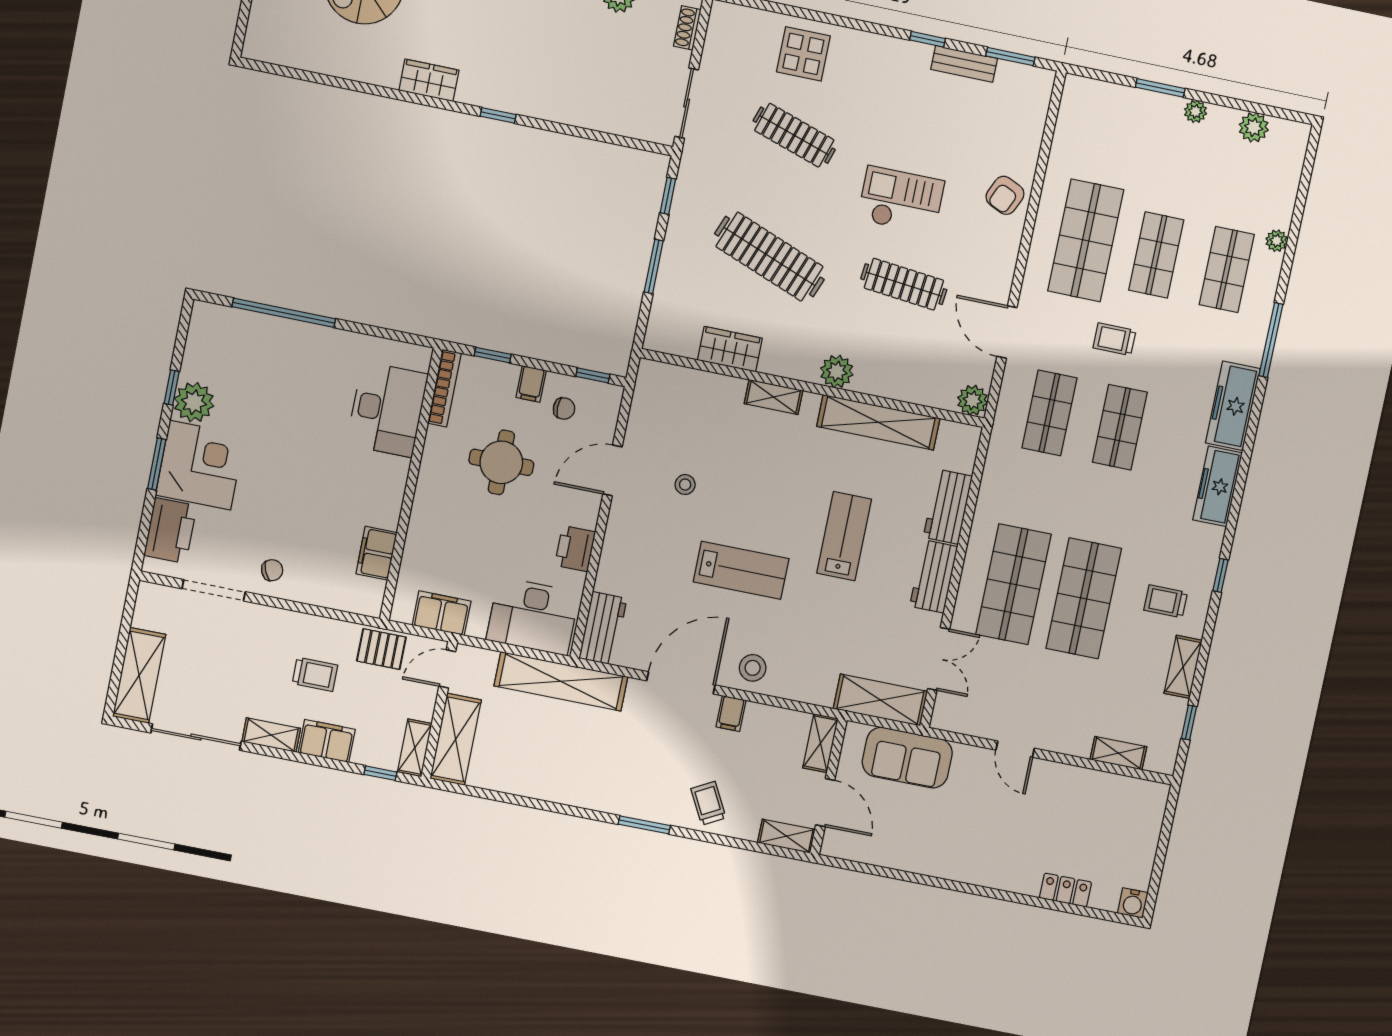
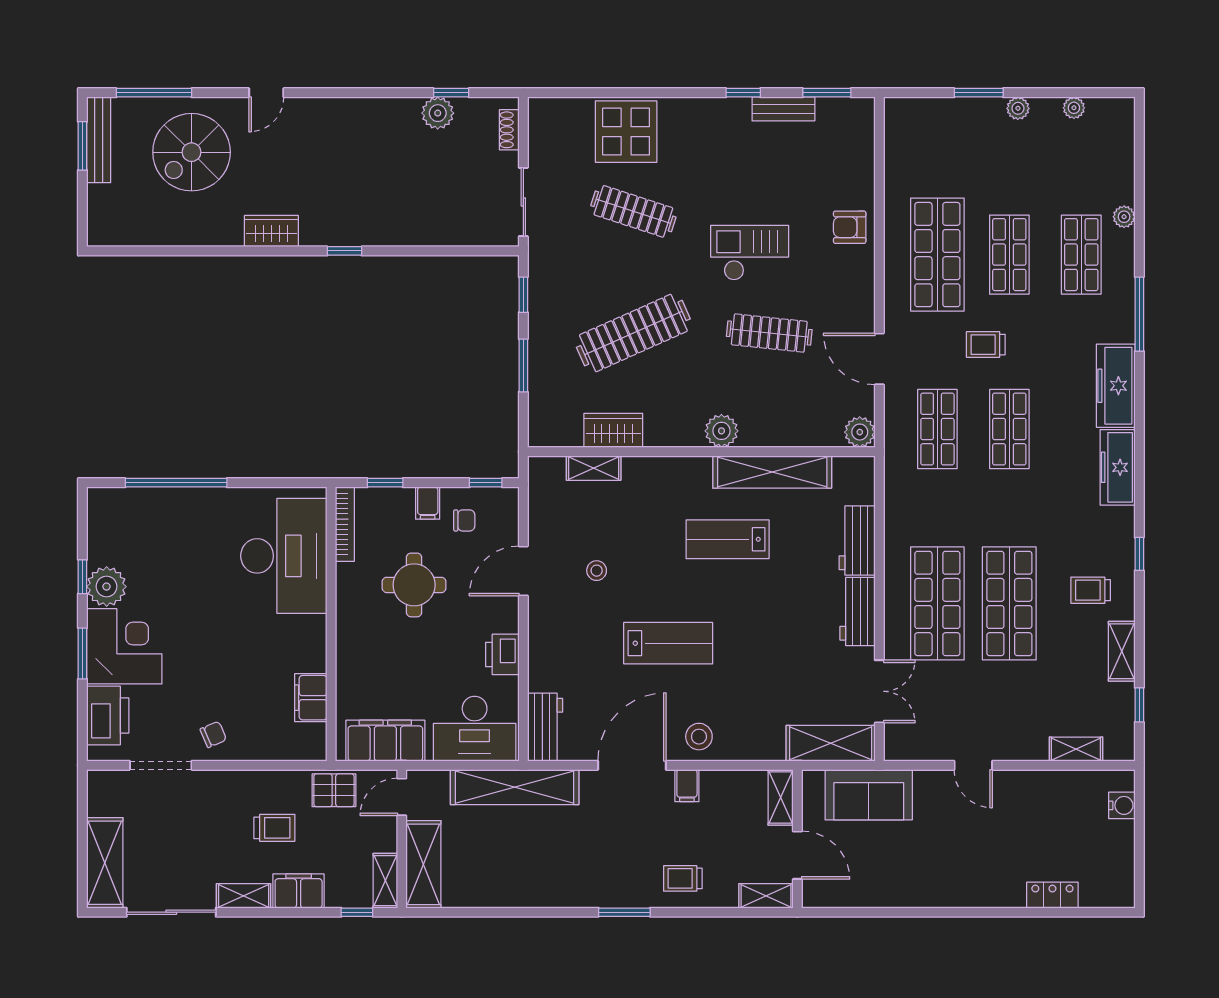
display table: (803, 54) -> (626, 132), width x1.36, depth x1.36
plant: (1254, 127) -> (1074, 108), width x0.73, depth x0.73
armchair: (1005, 195) -> (850, 227), turned 66
clothes rail: (769, 257) -> (633, 333), turned -45
shelving: (774, 397) -> (594, 468), moved
desk: (387, 409) -> (284, 556), width x1.36, depth x1.30
lab bench: (844, 536) -> (728, 539), moved, turned -90
filing cabinet: (442, 613) -> (385, 741), width x1.50, depth x1.17
trolley: (708, 803) -> (683, 878), turned -62
water cooler: (1133, 903) -> (1122, 805), moved, turned -90

